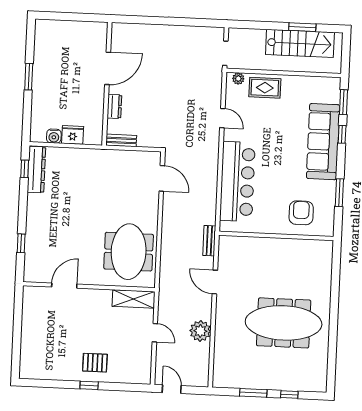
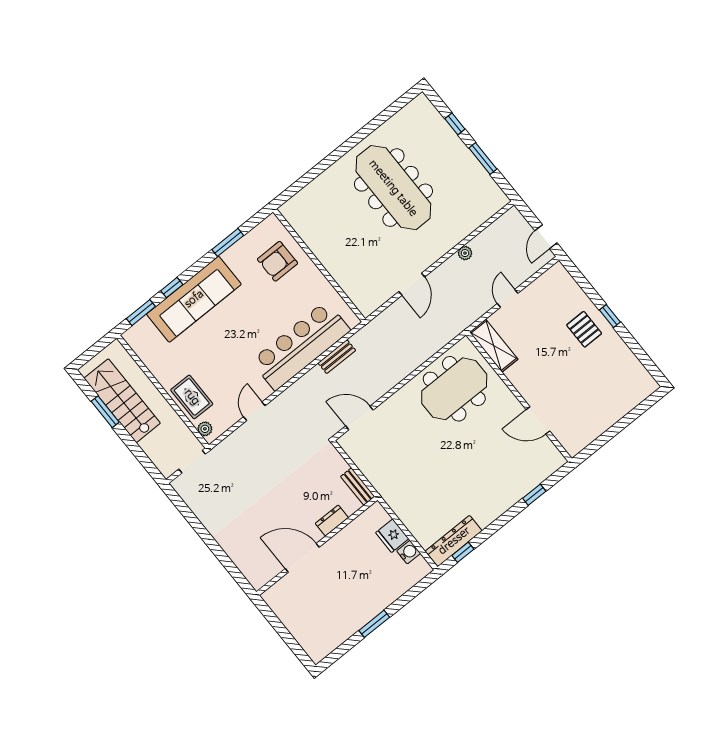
door: (162, 178) -> (359, 418), hinge flipped
bench: (209, 241) -> (337, 357), moved
plant: (200, 331) -> (465, 253), width x0.53, depth x0.53

